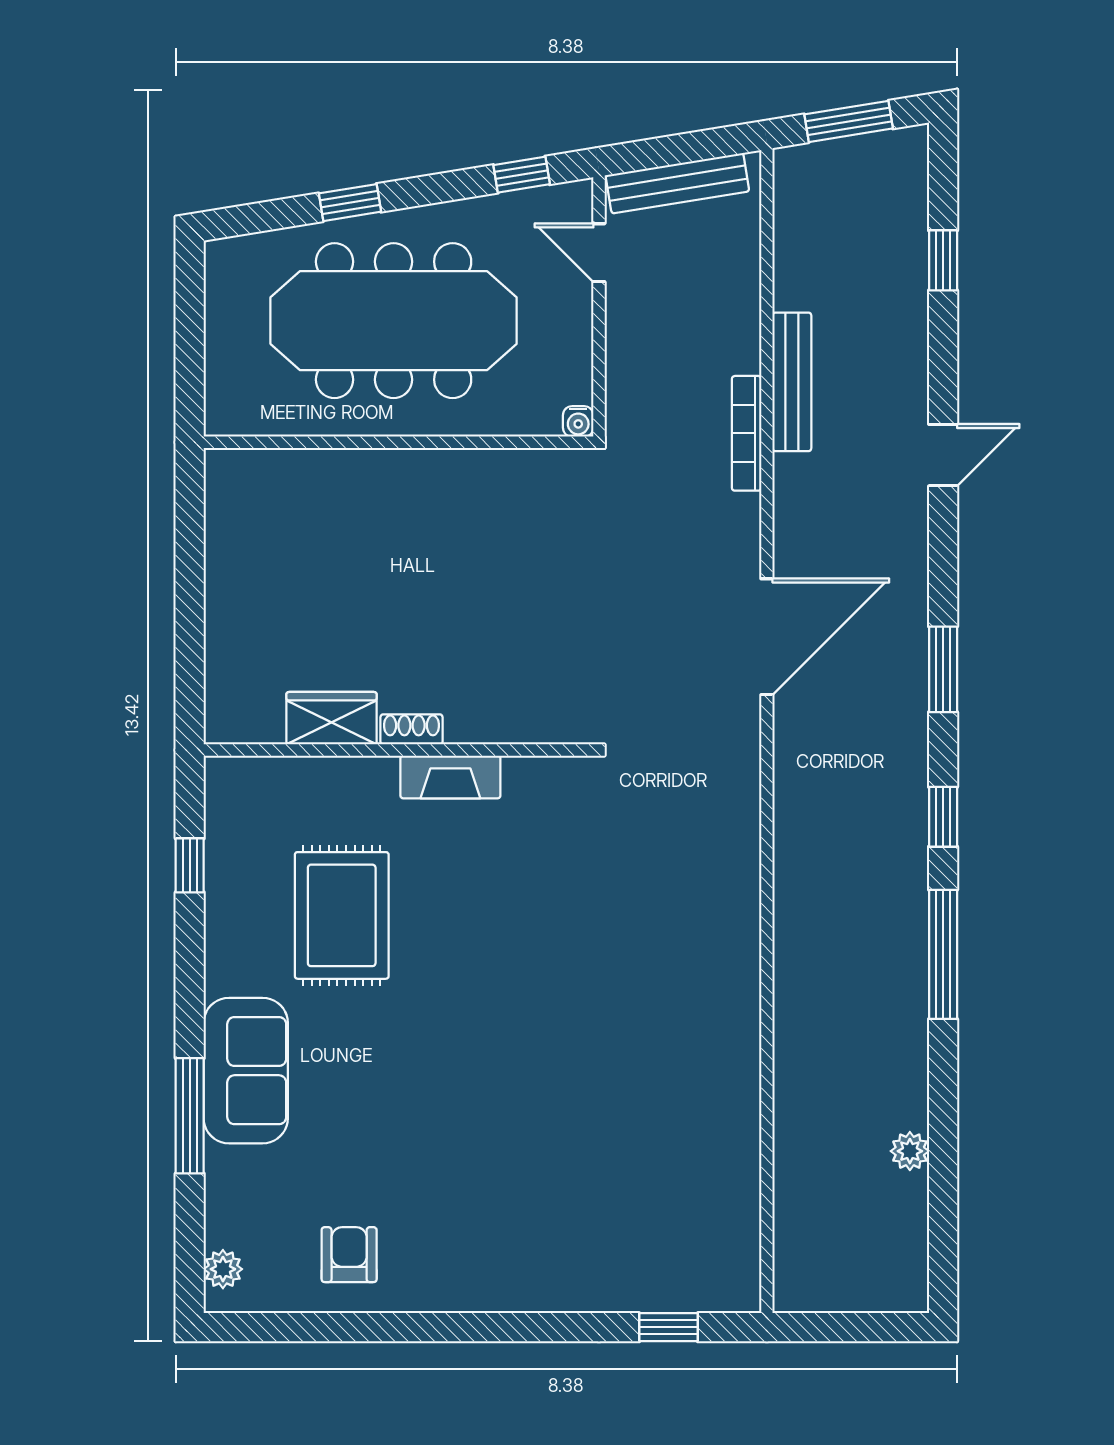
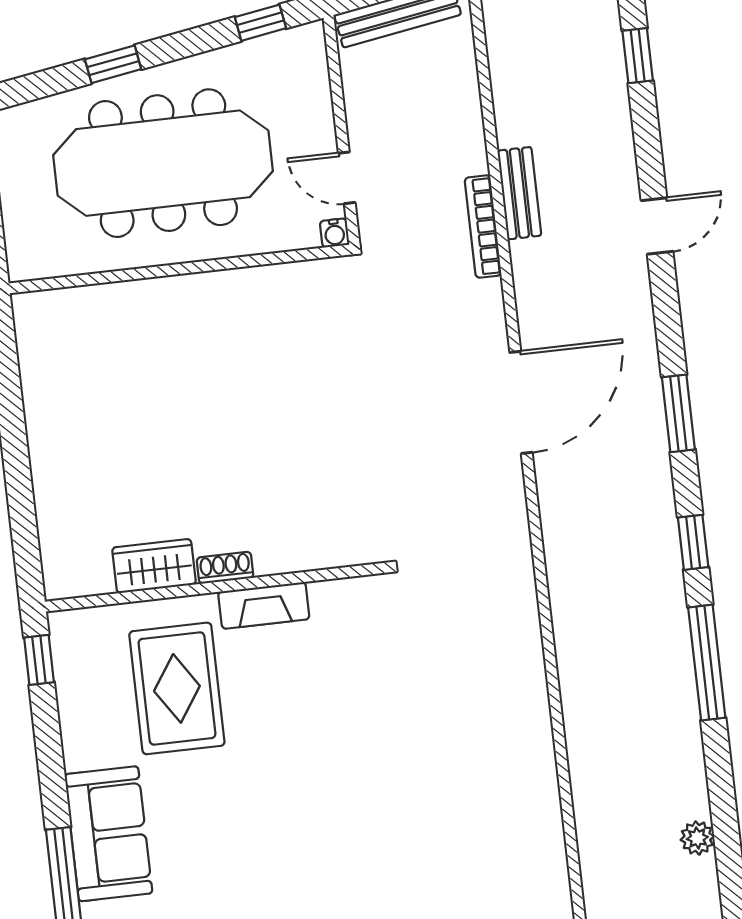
door: (599, 253) -> (347, 178), moved
bench: (792, 382) -> (519, 193), width x0.73
wardrobe: (332, 718) -> (154, 566), moved
shoe rack: (412, 729) -> (225, 568), moved
wall: (399, 750) -> (216, 587), moved
fireplace: (450, 777) -> (264, 606), moved

